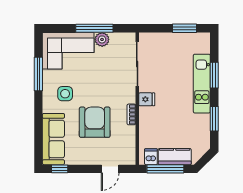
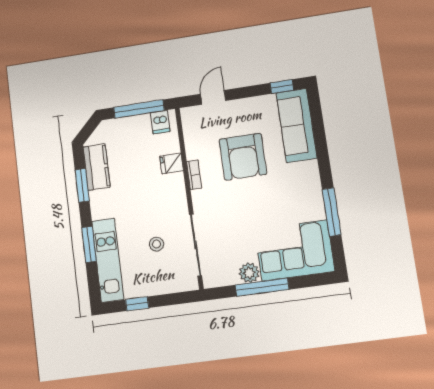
window: (184, 28) -> (137, 304), width x0.67
stool: (165, 69) -> (156, 244), added
kitchen unit: (202, 84) -> (108, 260), moved
side table: (65, 94) -> (290, 190), removed
fridge: (147, 99) -> (171, 163), moved
kitchen counter: (175, 157) -> (97, 167), moved, turned -90

